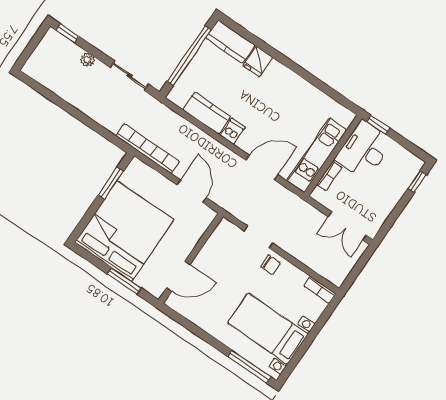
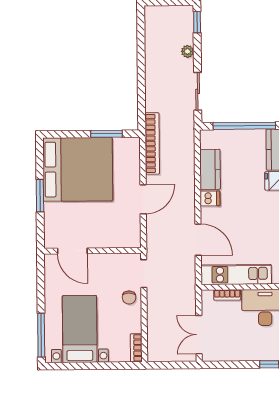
wall: (191, 258) -> (92, 251), moved
door: (178, 276) -> (72, 251), moved

